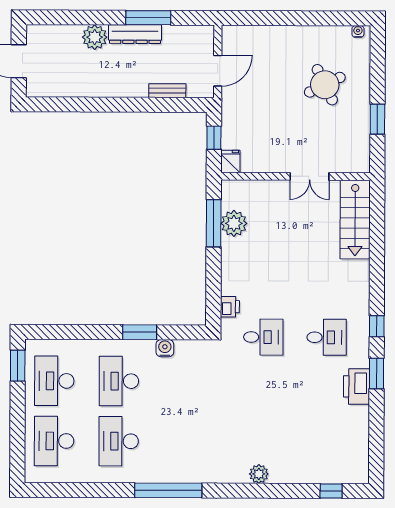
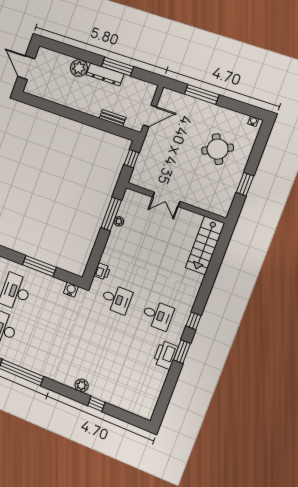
window: (277, 18) -> (202, 94), added
fridge: (230, 161) -> (137, 178), removed
double door: (310, 176) -> (166, 199), moved
plant: (234, 223) -> (119, 221), width x0.53, depth x0.53
window: (140, 332) -> (39, 266), width x1.44
water cooler: (165, 348) -> (71, 290), moved
window: (331, 491) -> (96, 404), moved

